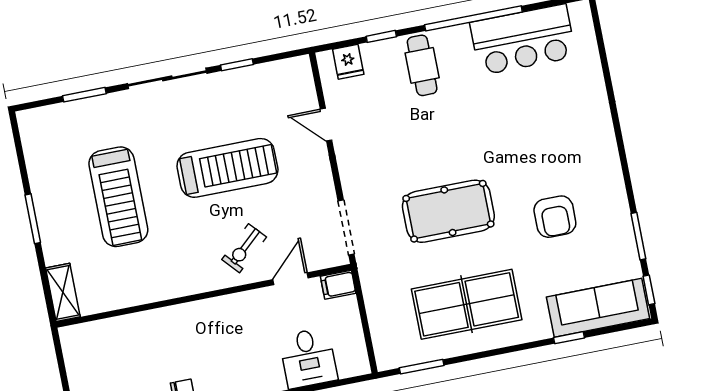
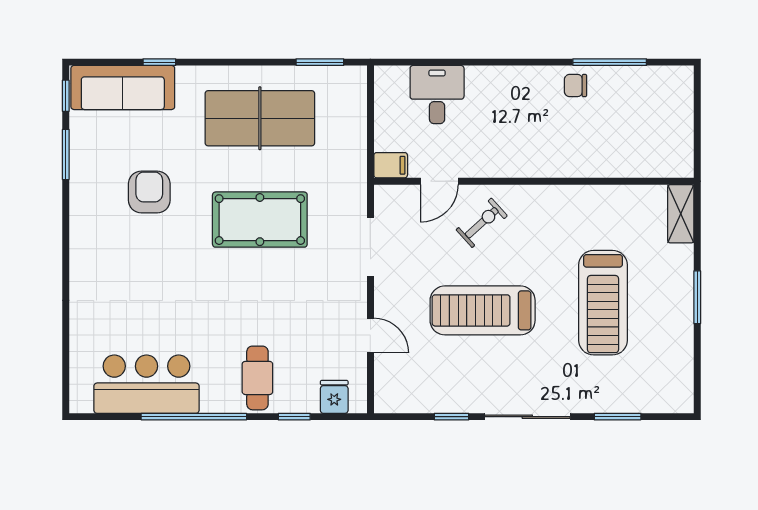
treadmill: (118, 197) -> (603, 303), turned 180
doorway: (346, 227) -> (370, 247), moved

